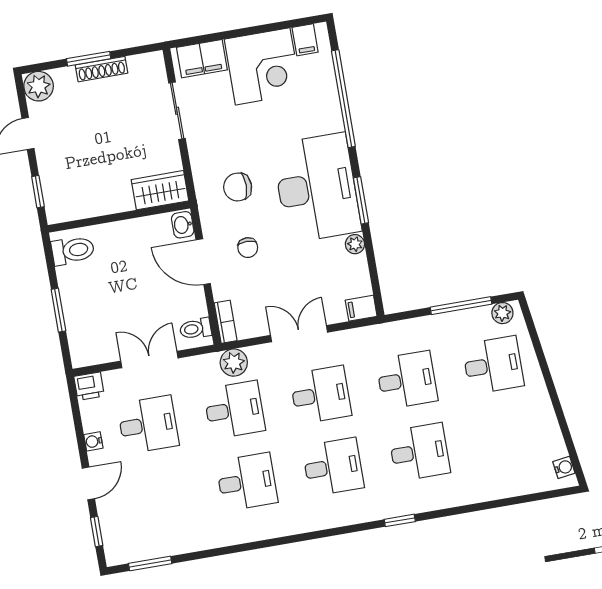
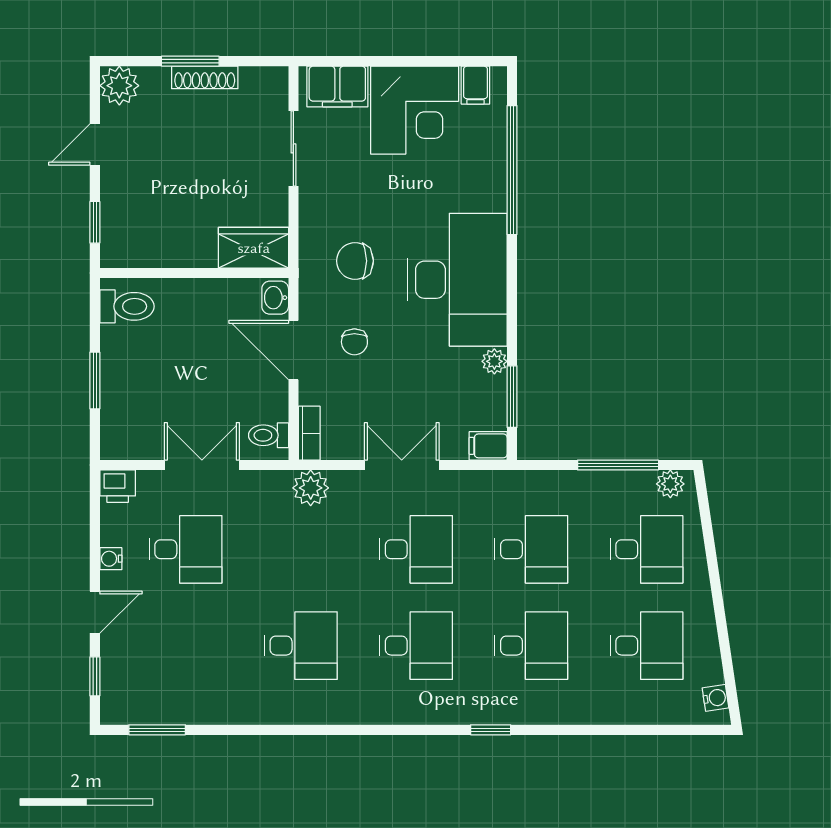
window: (361, 200) -> (512, 397), moved
desk: (234, 410) -> (646, 646), moved

